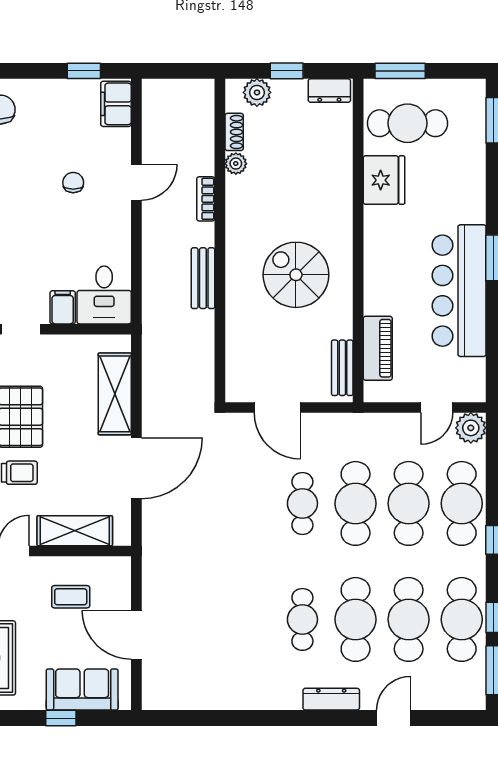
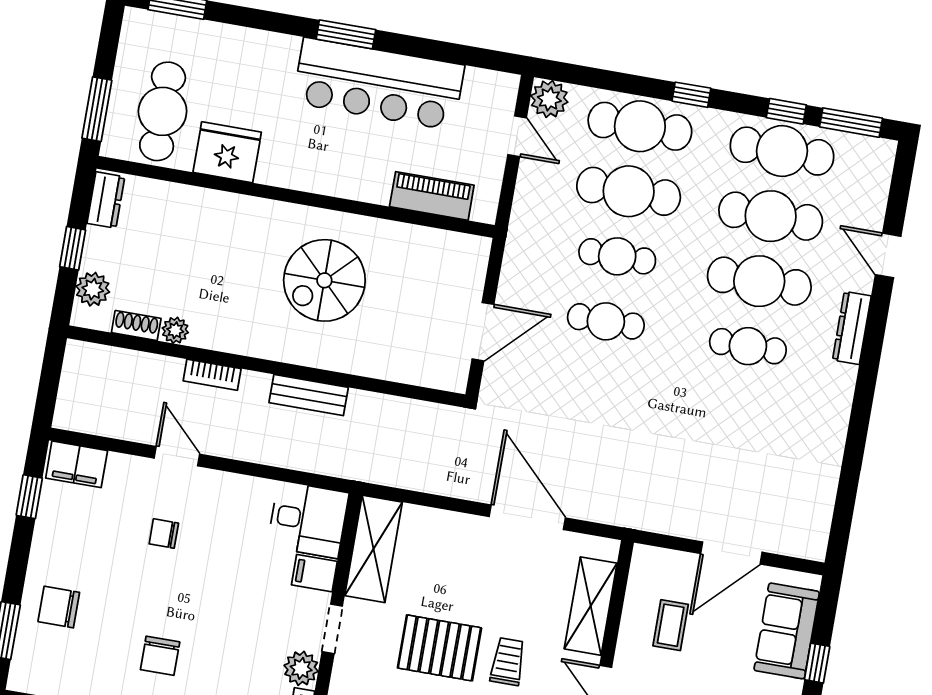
bench: (342, 368) -> (448, 244), removed
shelving: (115, 394) -> (374, 549), moved, turned 90
cafe table: (356, 503) -> (617, 256), width x0.73, depth x0.74

